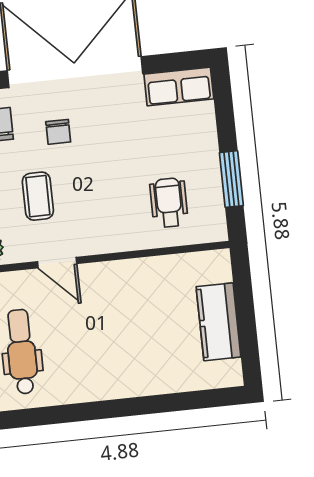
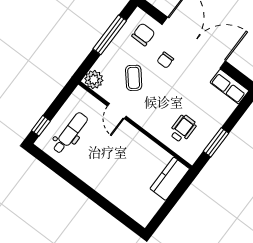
coffee table: (38, 196) -> (134, 78), turned -40
kitchen counter: (219, 322) -> (170, 179), moved

